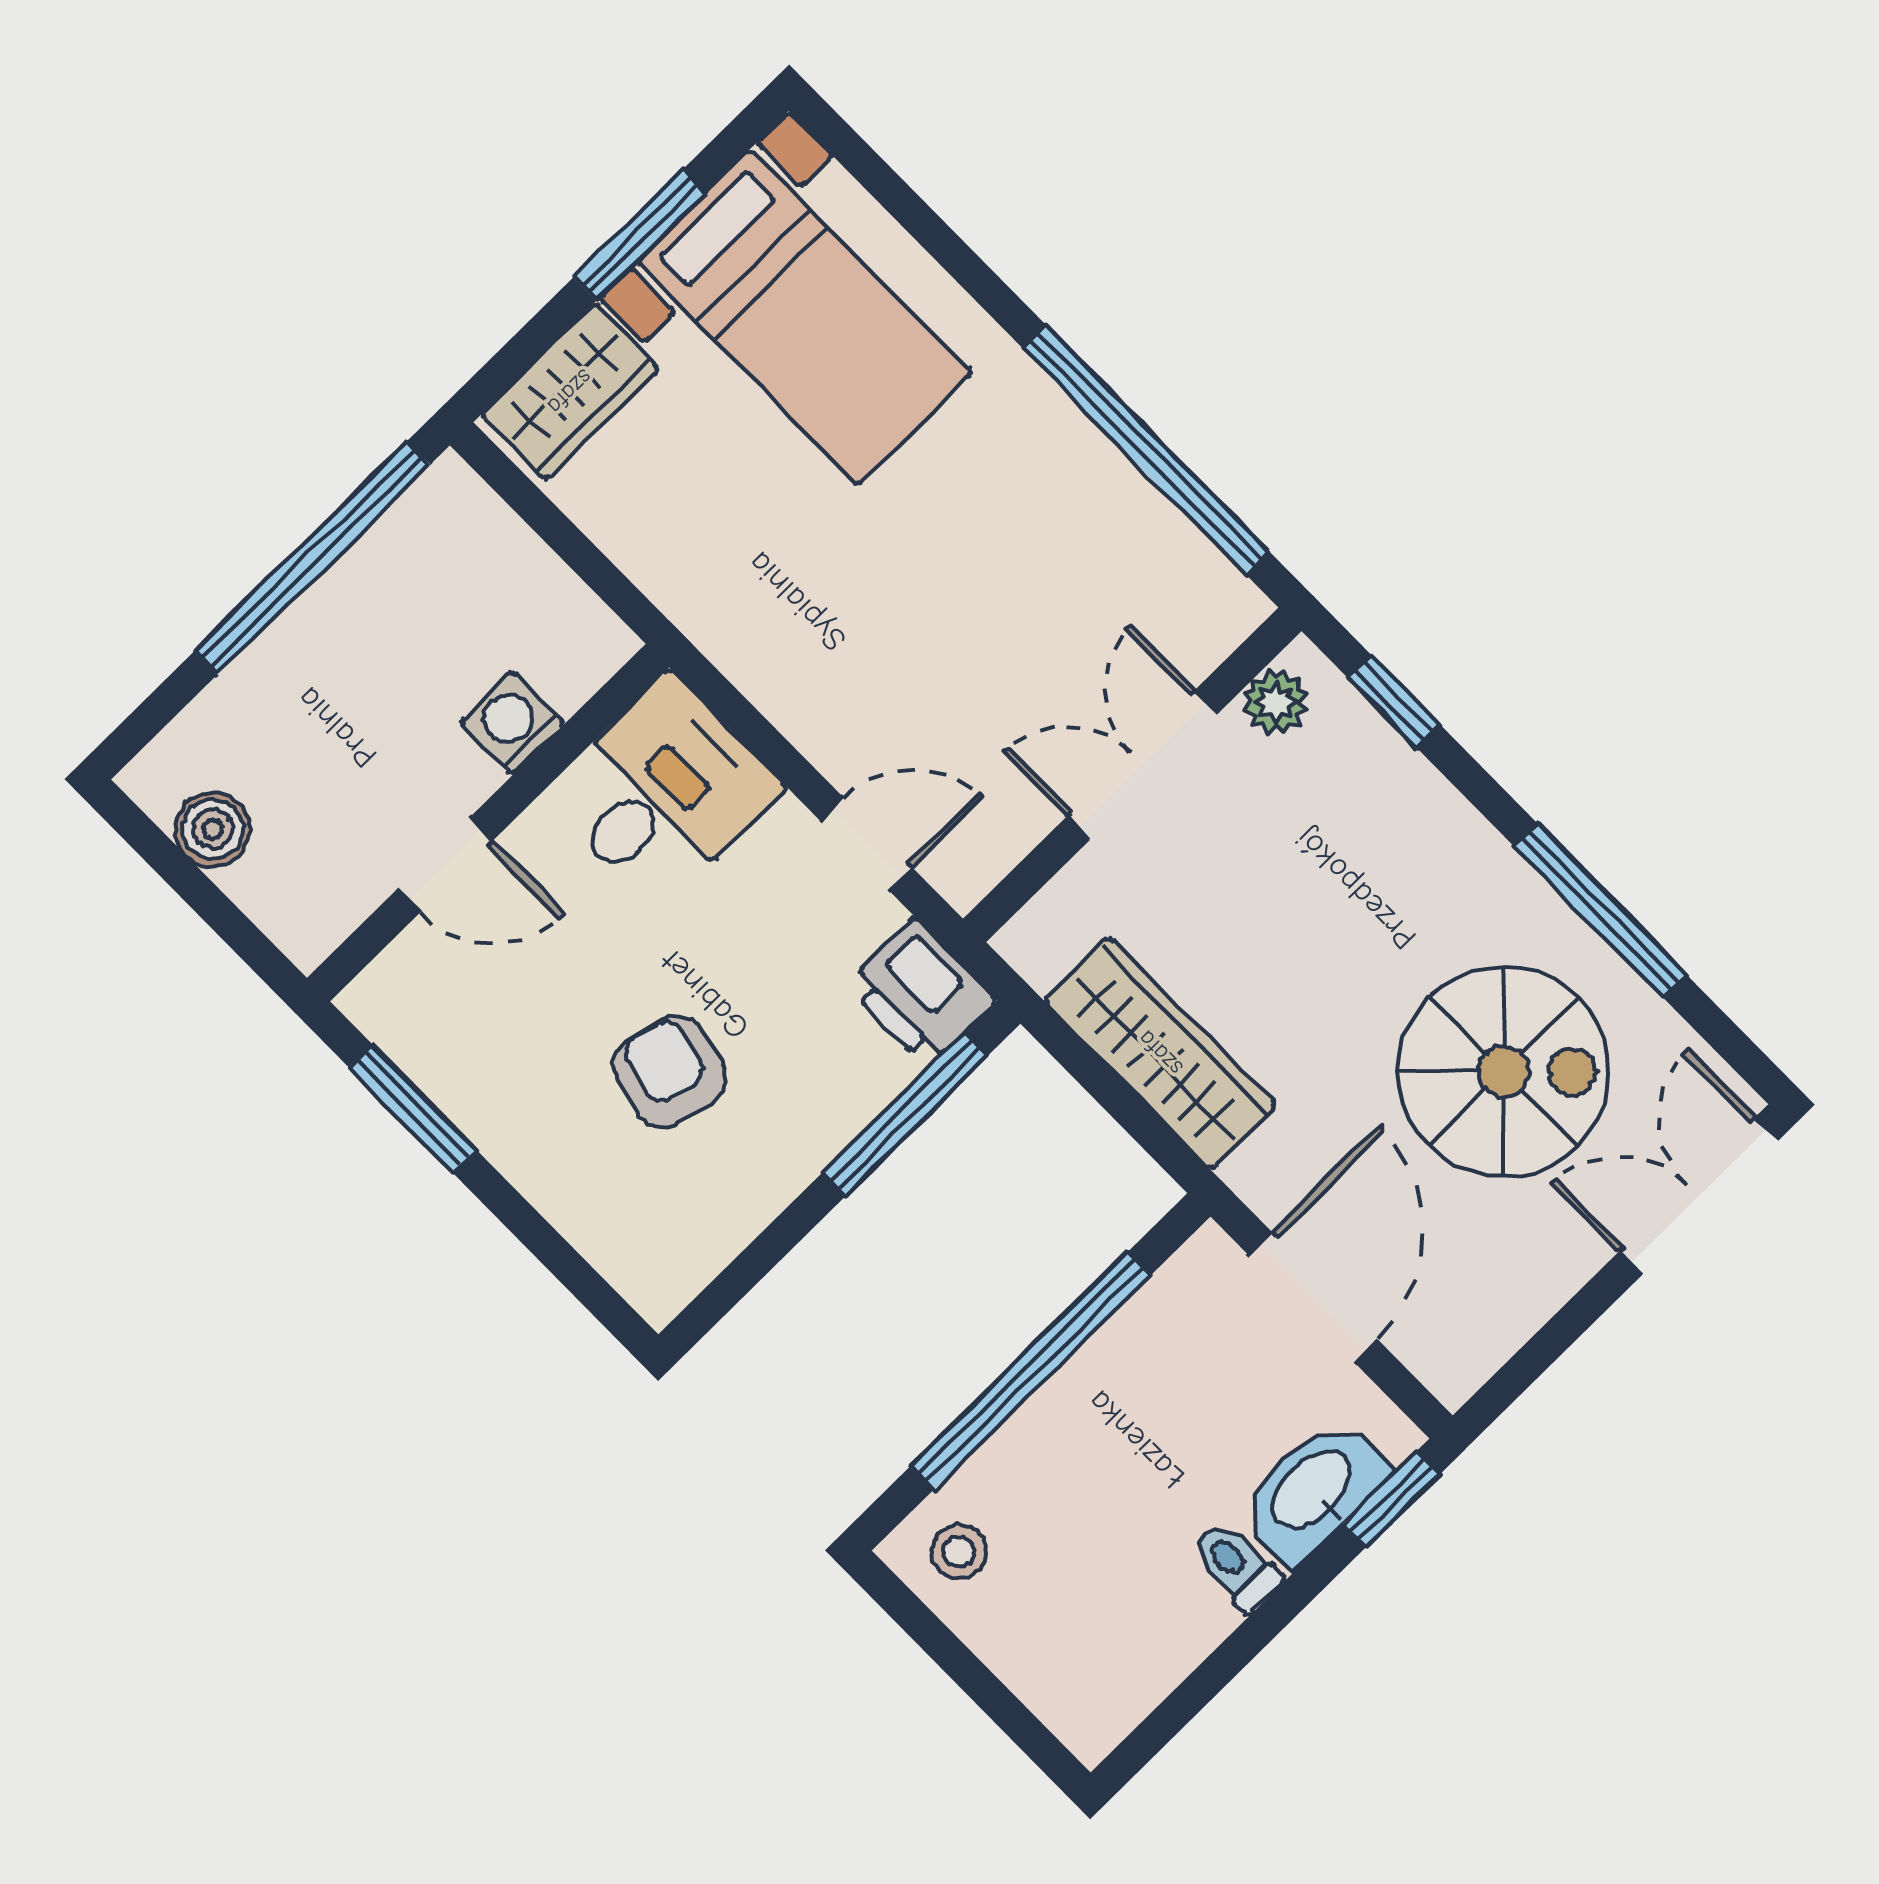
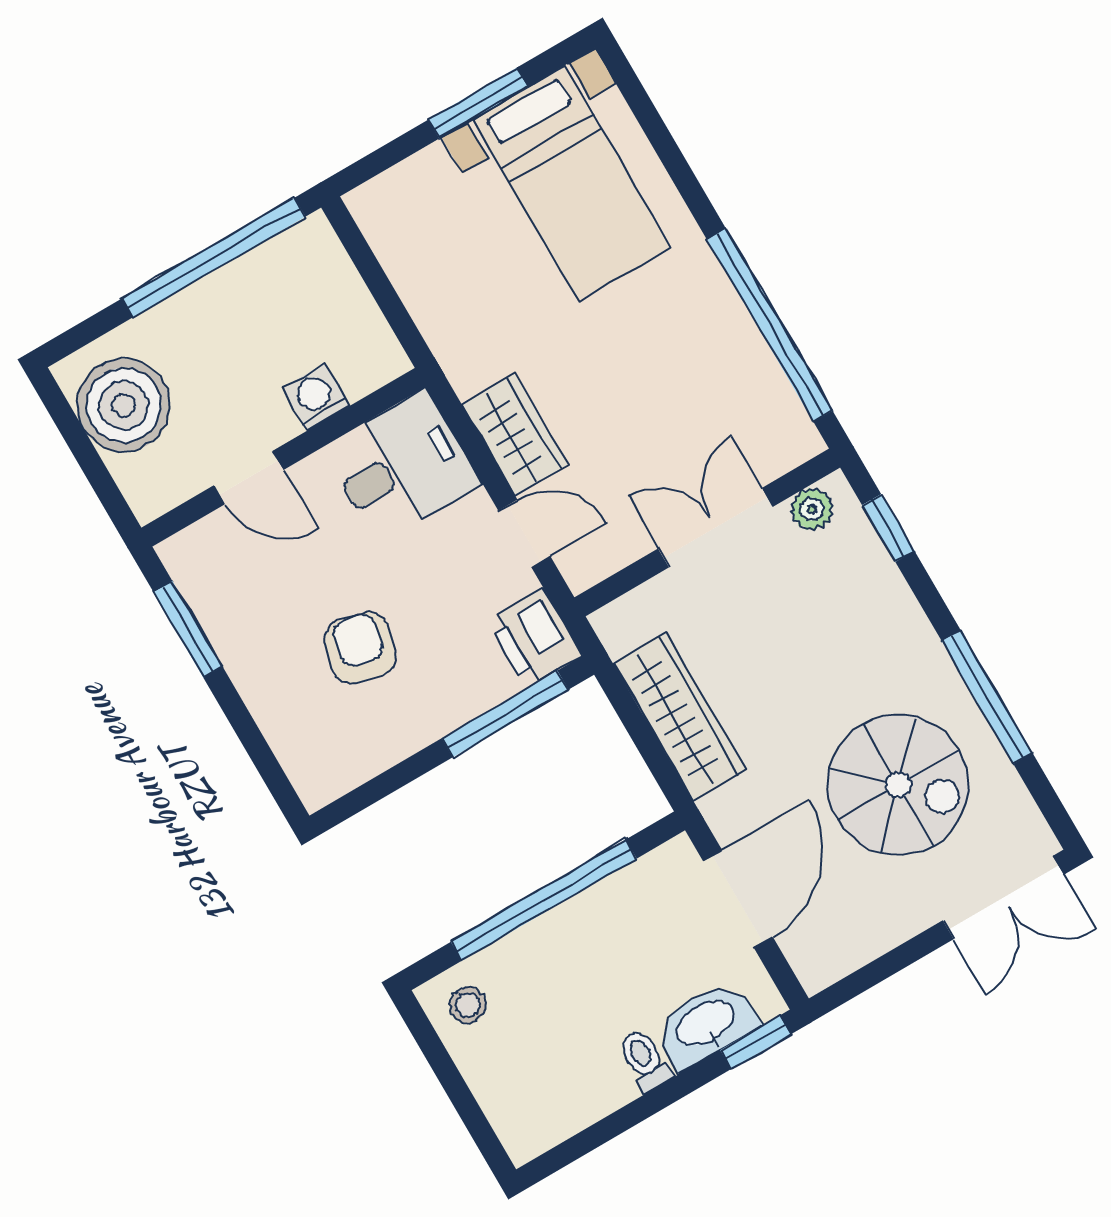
wardrobe: (570, 392) -> (515, 435), moved, turned -90
boiler: (213, 829) -> (124, 405), width x1.86, depth x1.86
double door: (1698, 1196) -> (1003, 897), swing flipped

